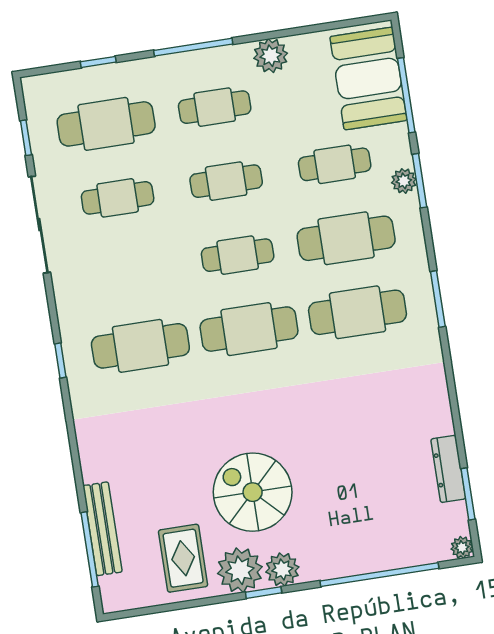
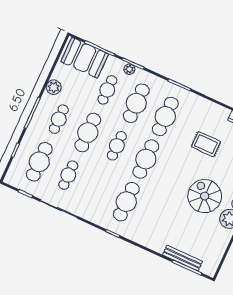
cafe table: (226, 181) -> (88, 132), width x1.37, depth x1.35
spiral stairs: (253, 492) -> (205, 196), turned 90
rug: (183, 558) -> (206, 144), moved

